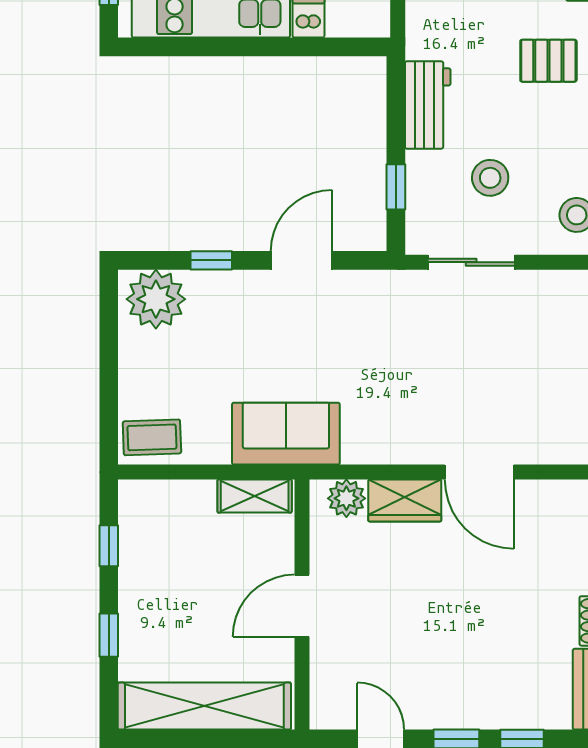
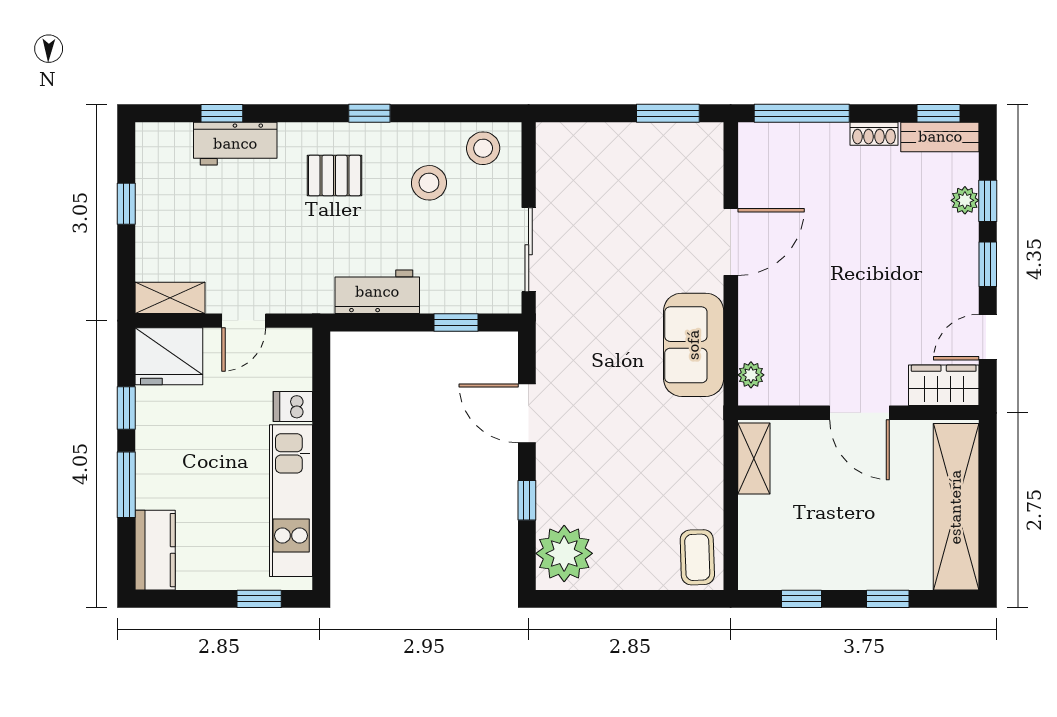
pallet: (548, 61) -> (335, 175), turned 90
stool: (490, 178) -> (429, 183), moved
sofa: (286, 434) -> (694, 345), moved
plant: (346, 498) -> (751, 375), width x0.73, depth x0.73
wardrobe: (405, 501) -> (944, 385), moved, turned -90
plant: (523, 715) -> (965, 200), added

